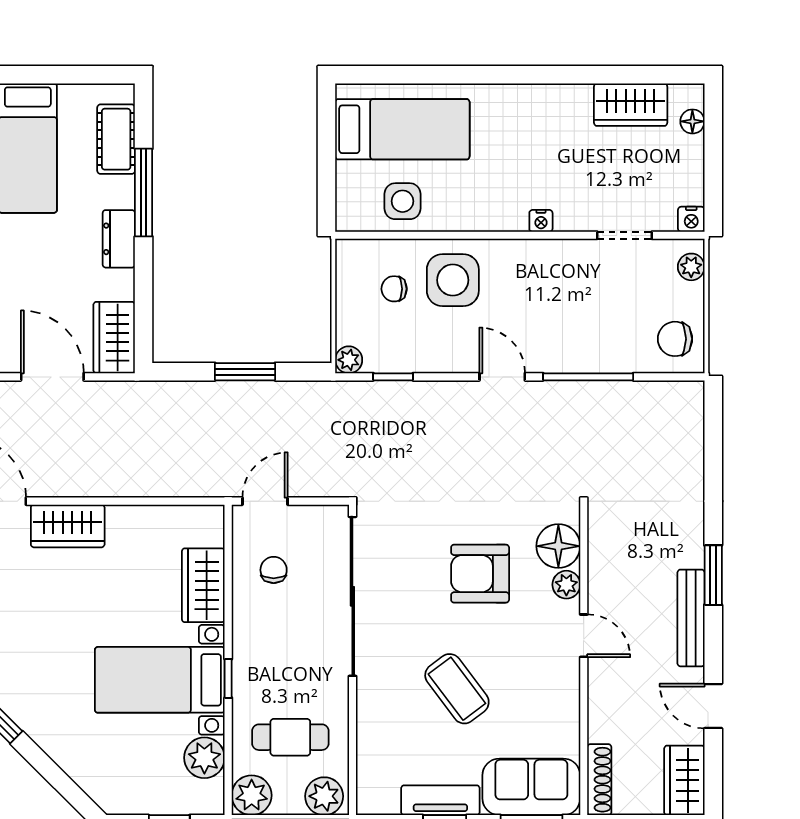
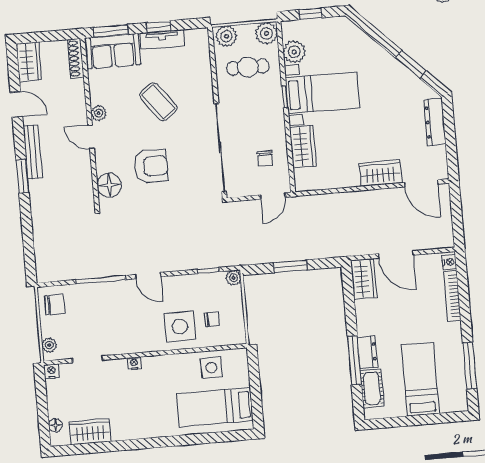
dresser: (119, 239) -> (367, 352), moved
plant: (566, 585) -> (99, 113), moved

